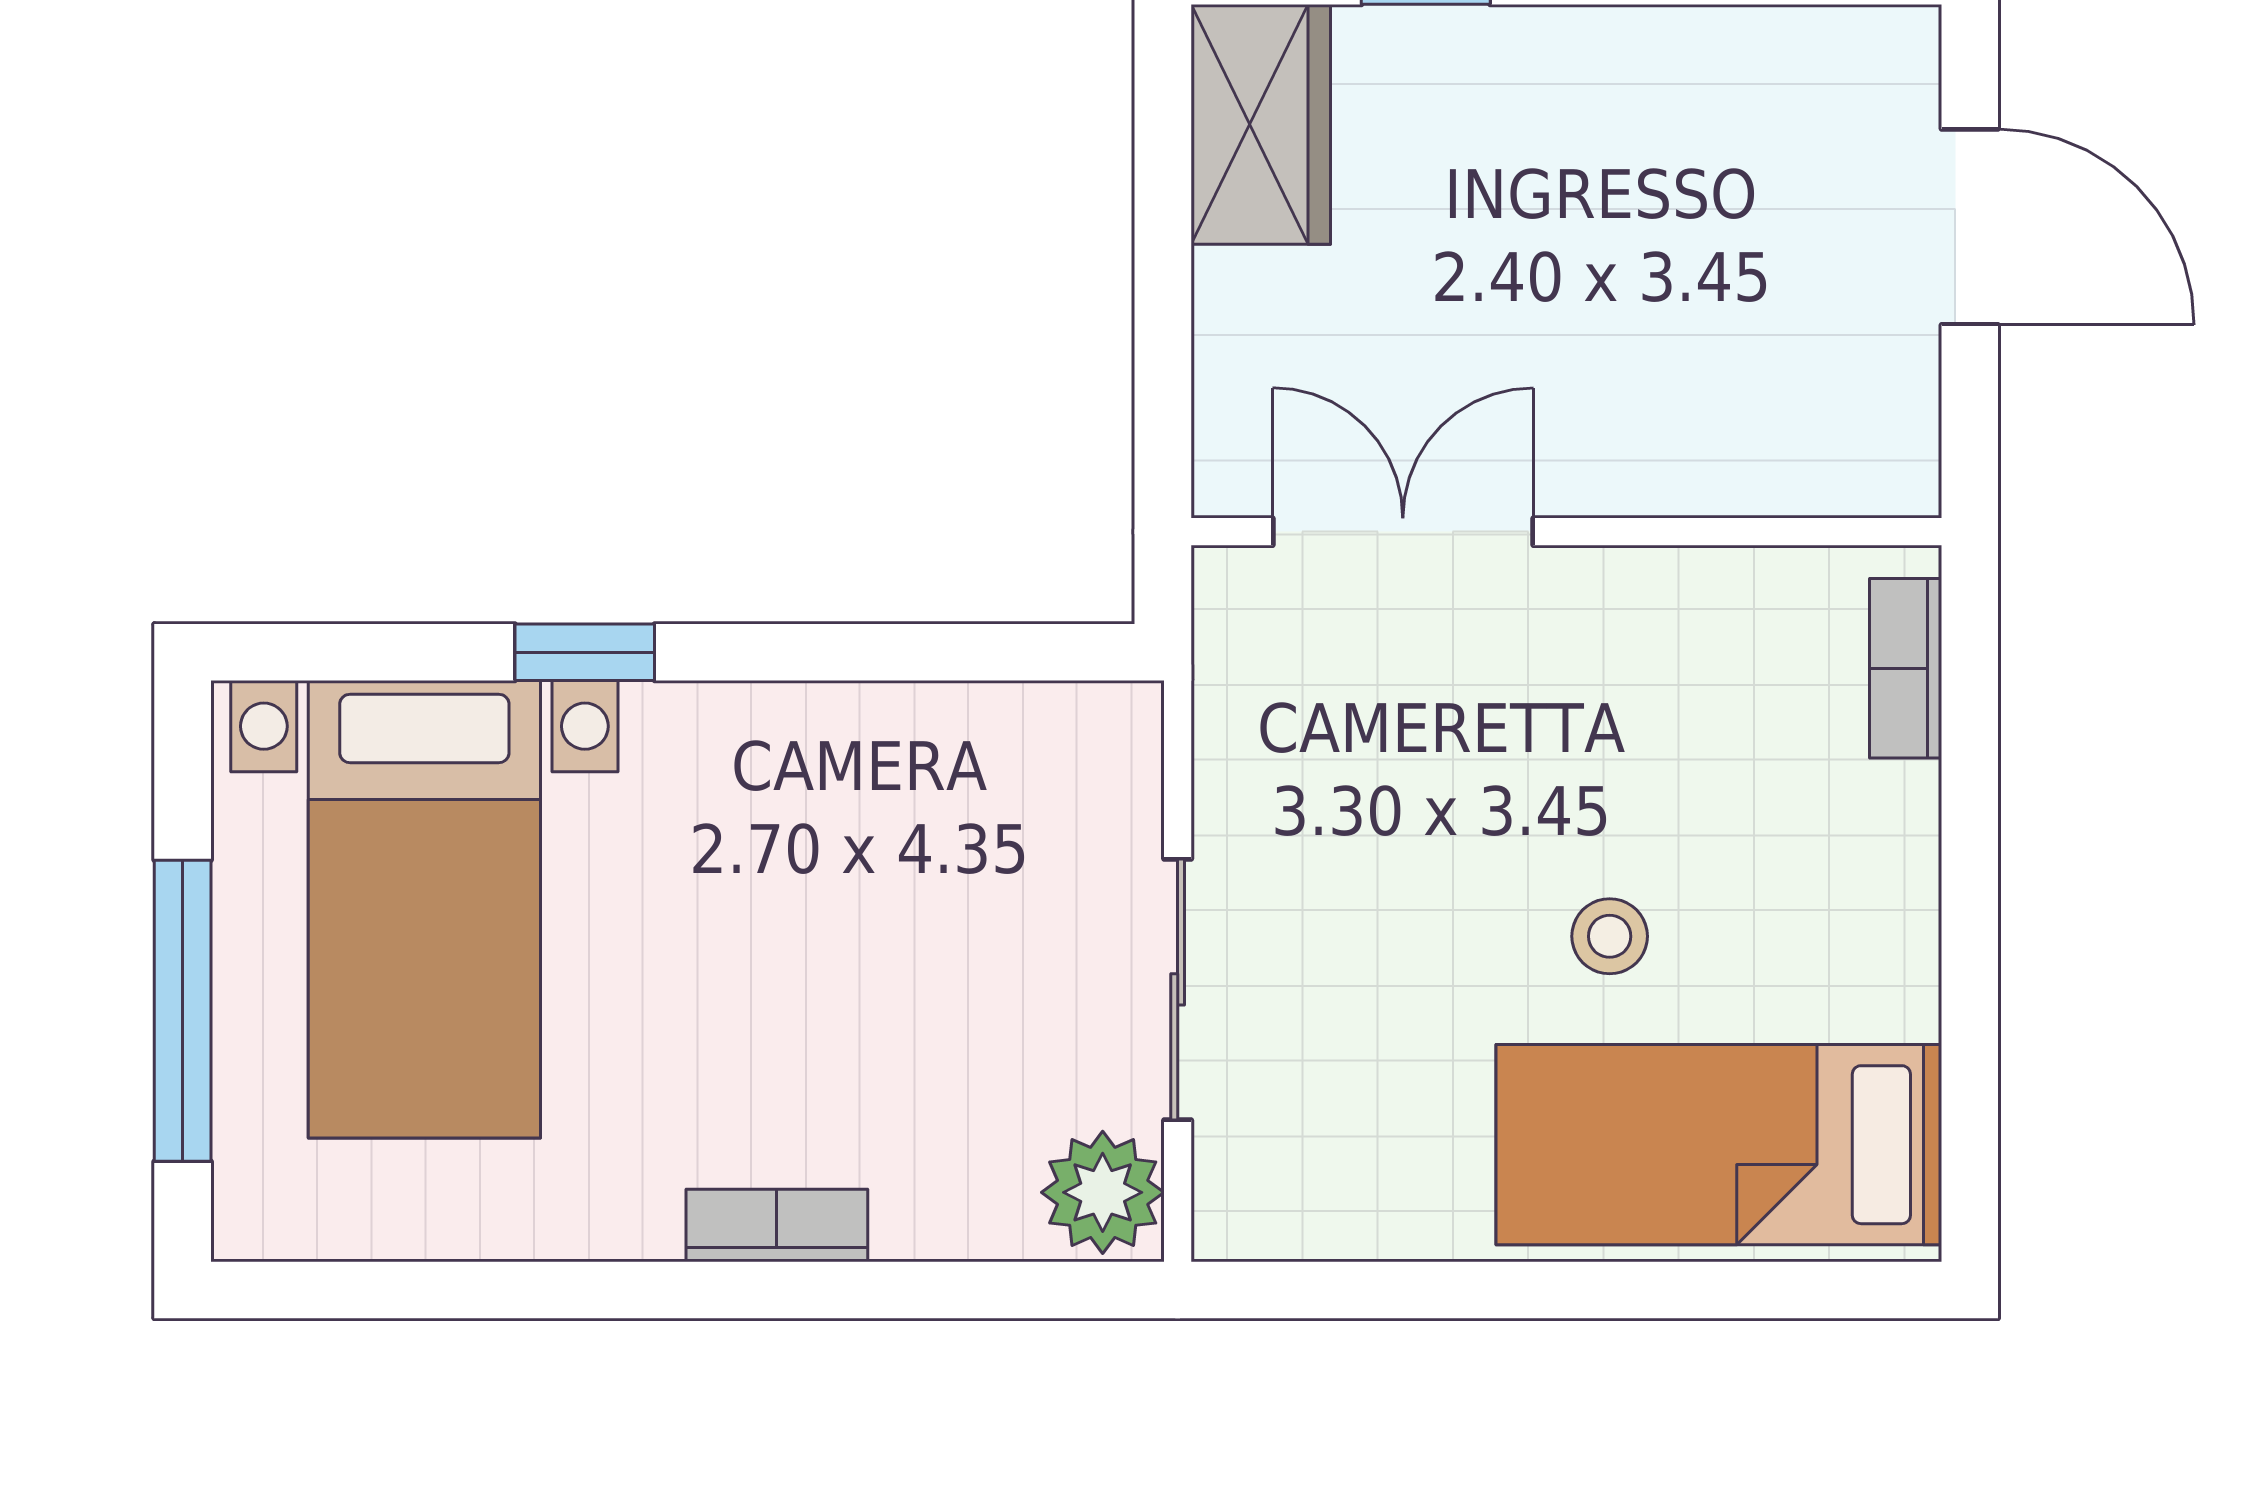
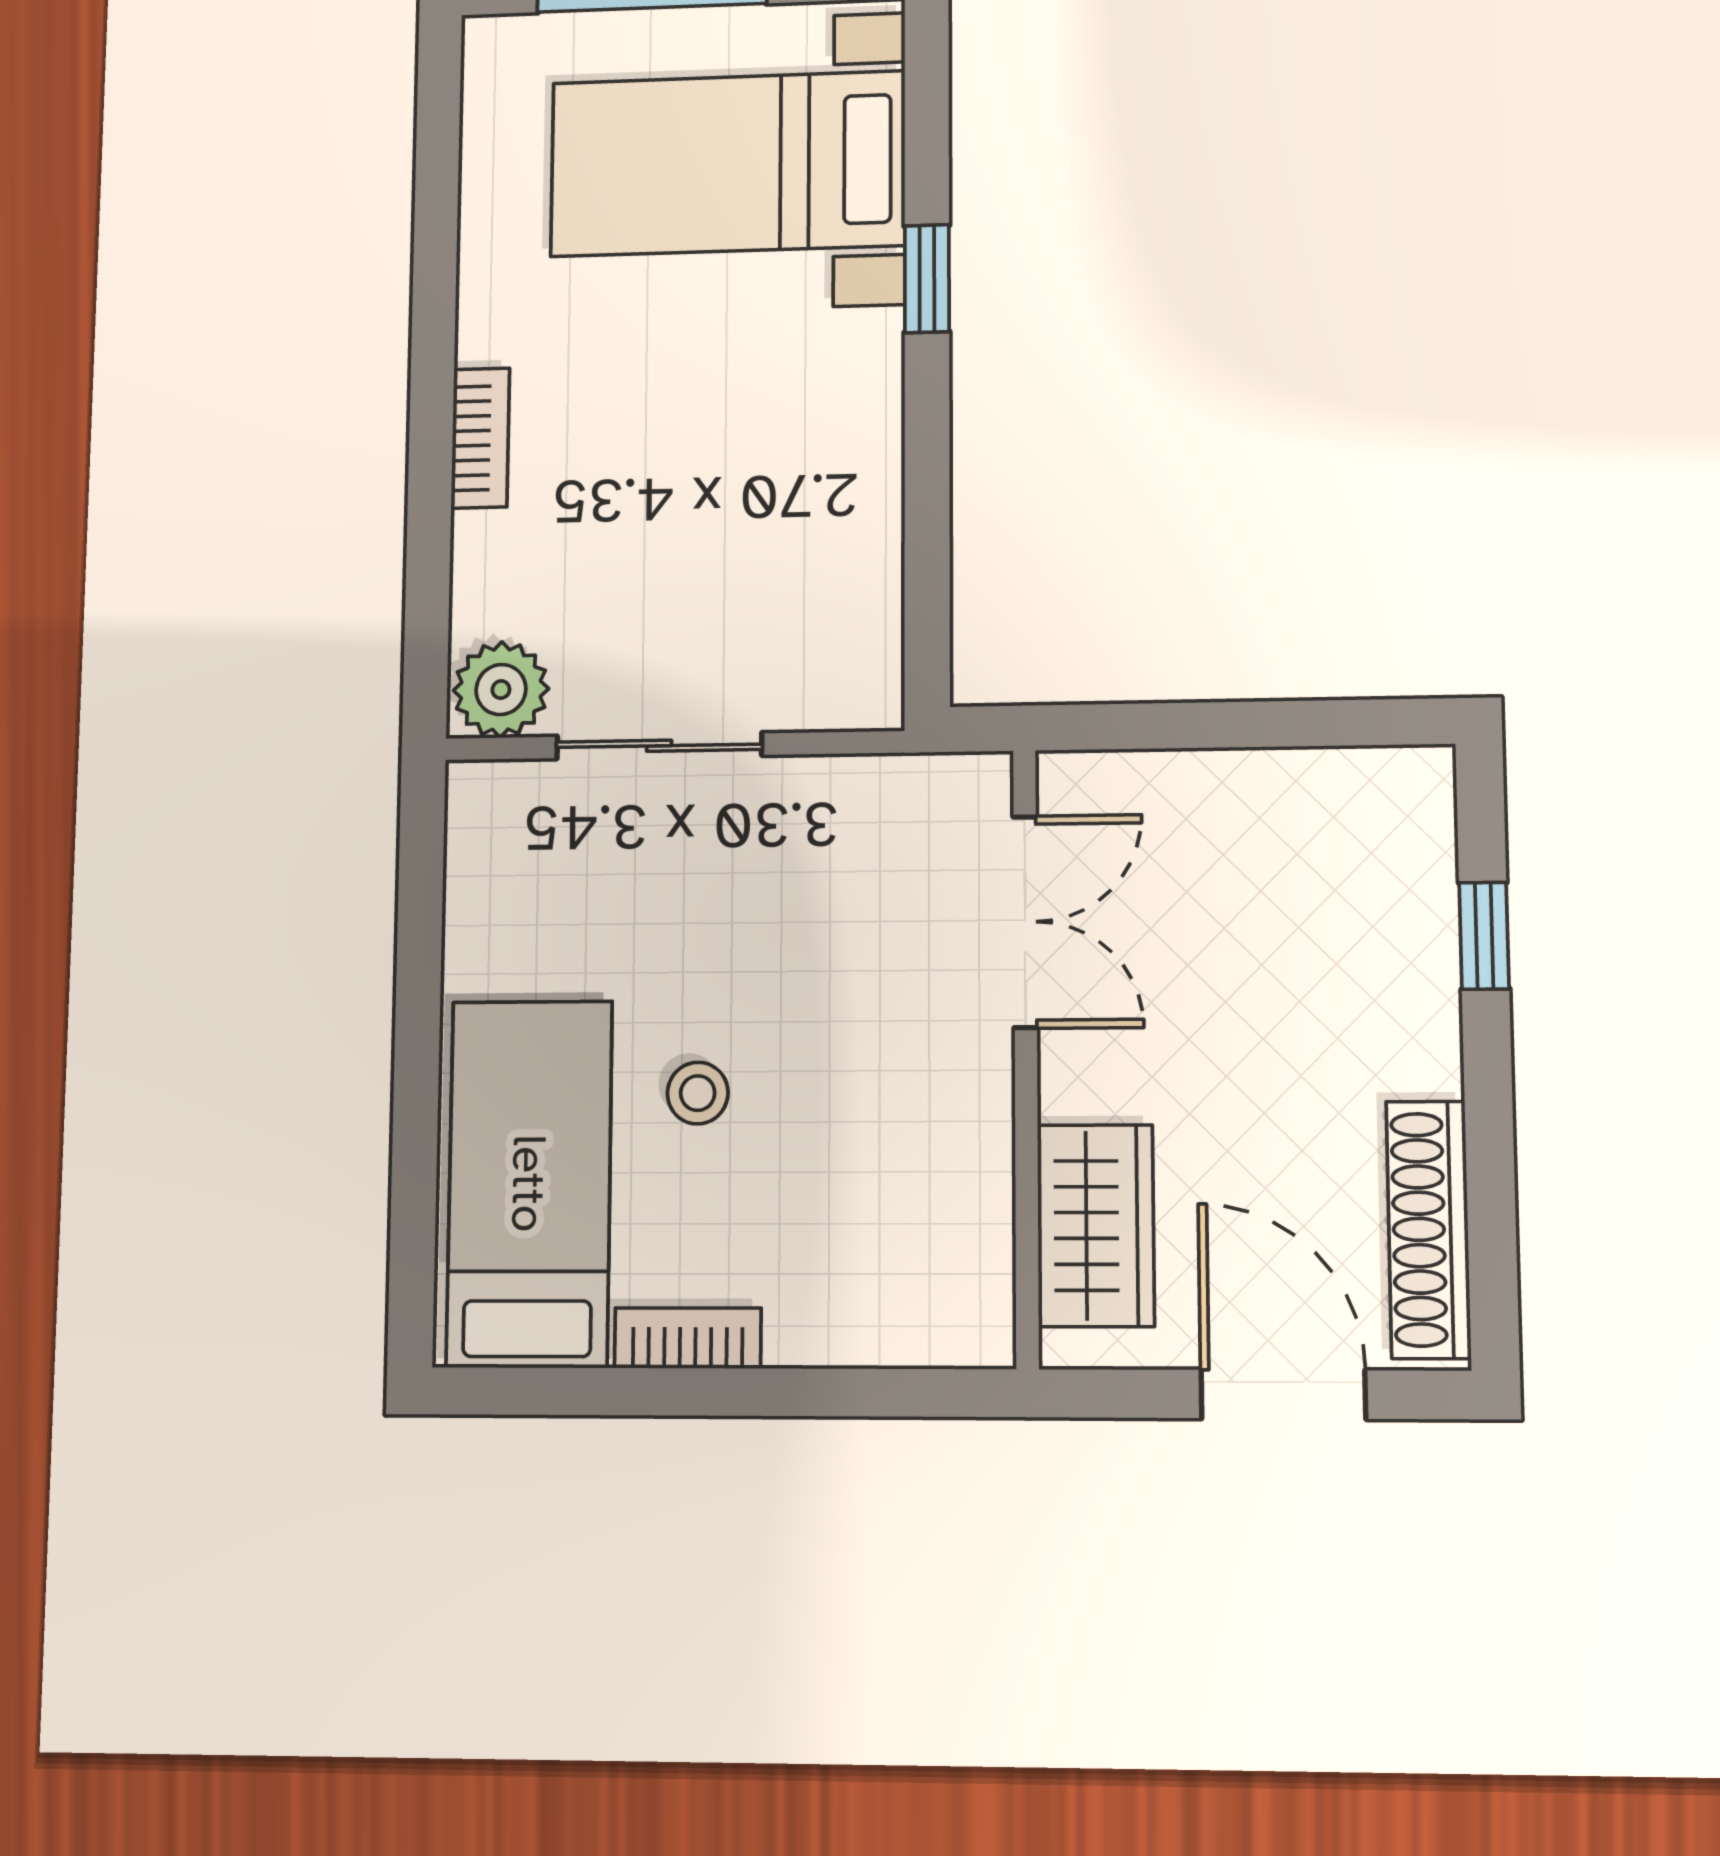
shoe rack: (1776, 51) -> (1428, 1229), added
wardrobe: (1261, 124) -> (1096, 1225), moved, turned -90
door: (1970, 227) -> (1283, 1394), swing flipped
bookcase: (1906, 668) -> (688, 1338), moved

